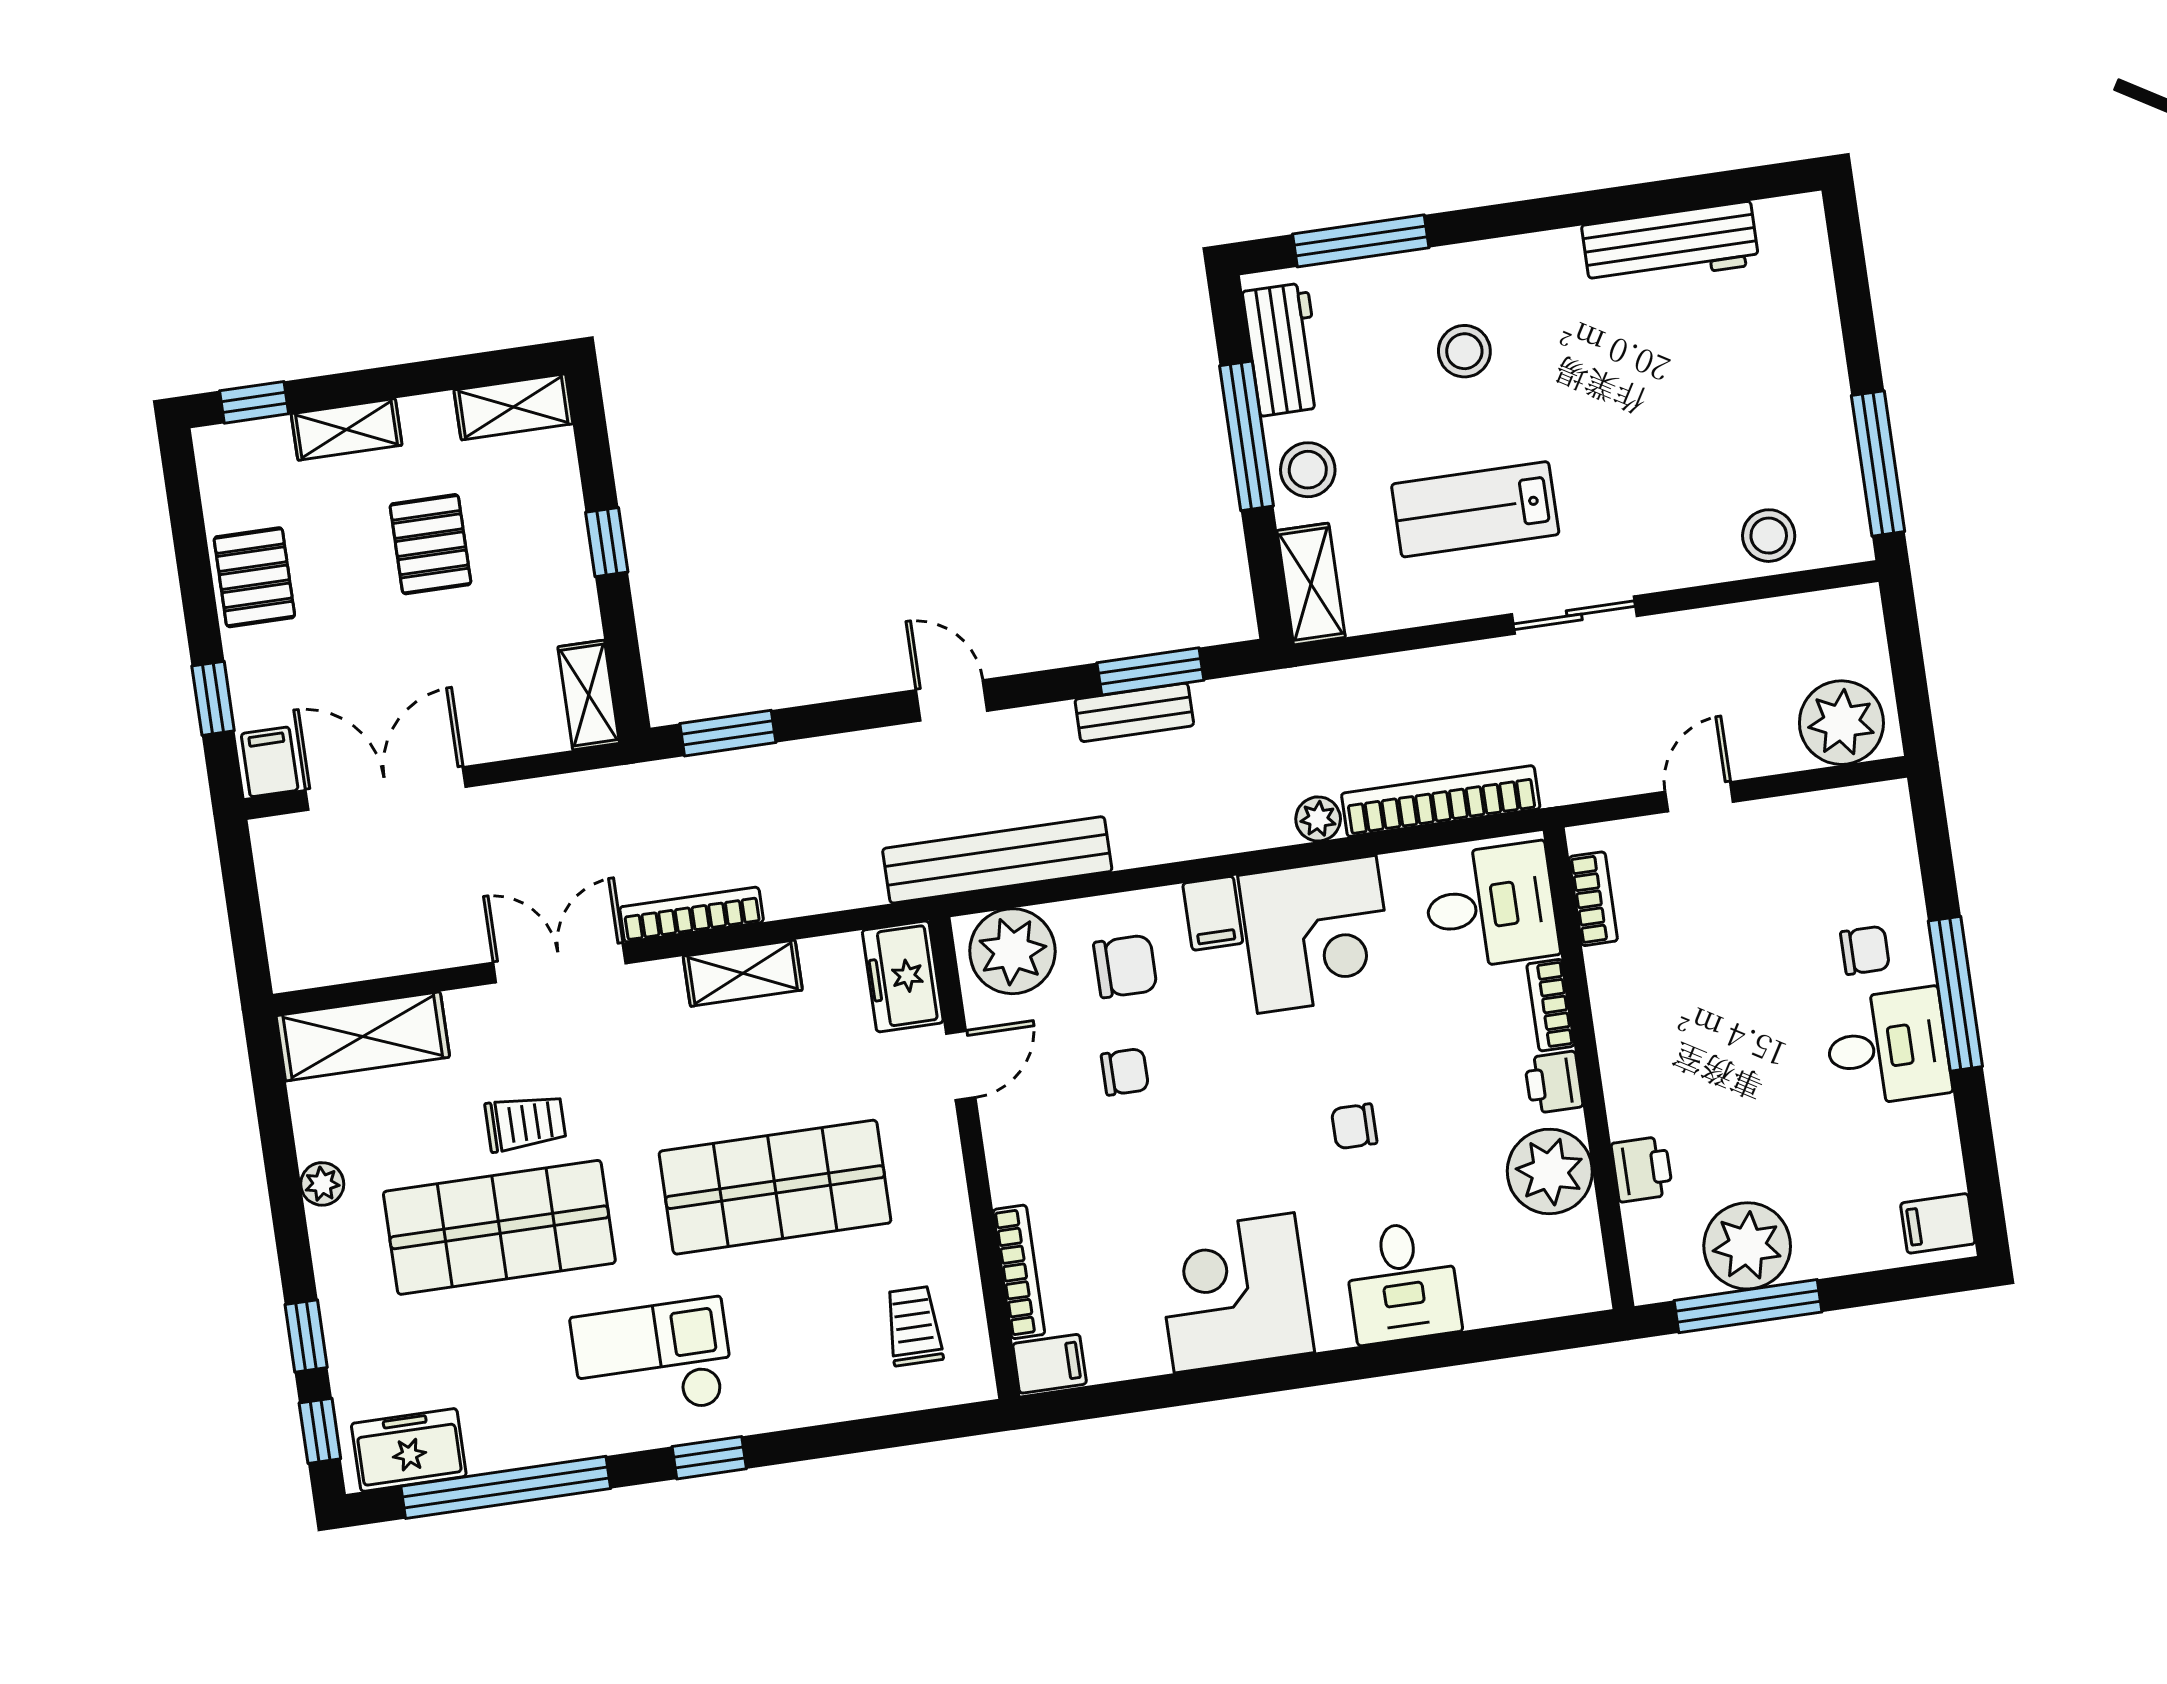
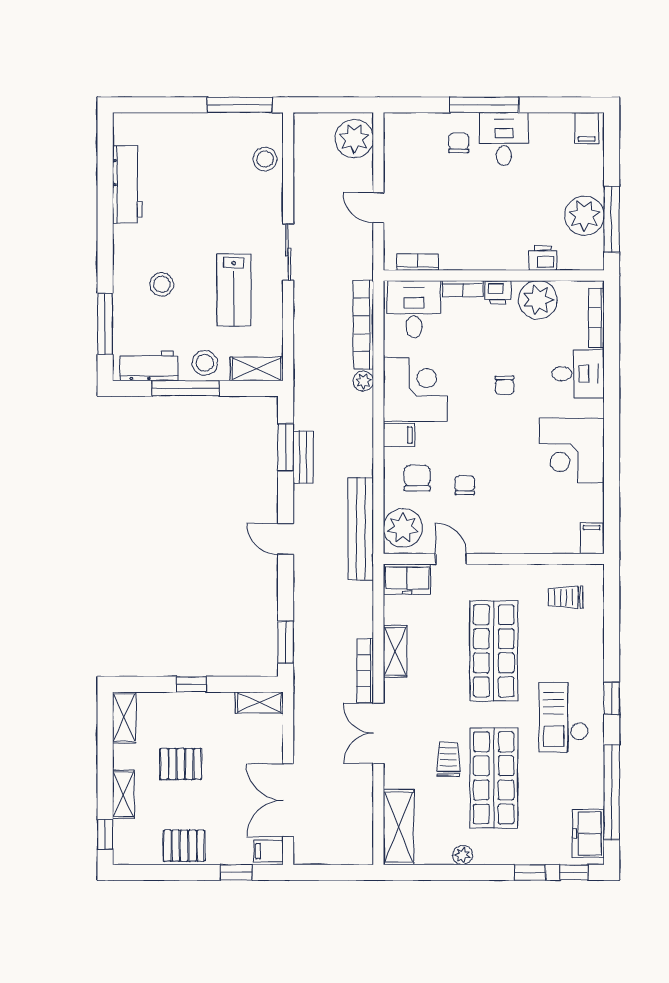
door: (952, 700) -> (286, 539), hinge flipped
bookcase: (1019, 1272) -> (596, 318), moved, turned -90

